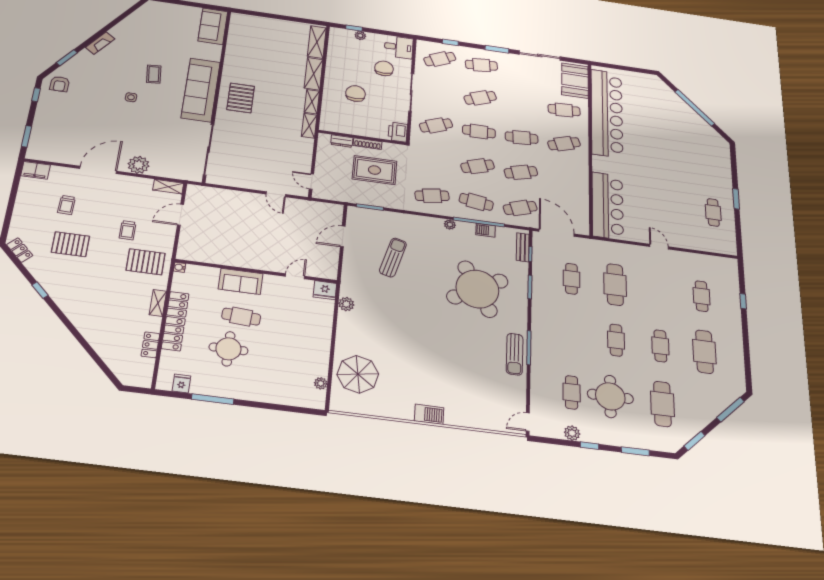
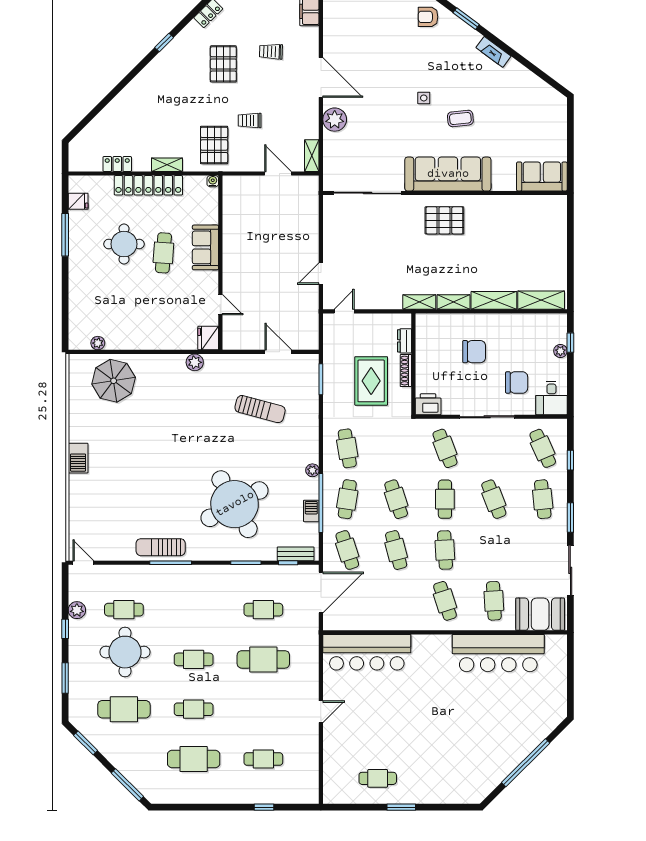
bar counter: (607, 113) -> (498, 653), width x0.73

